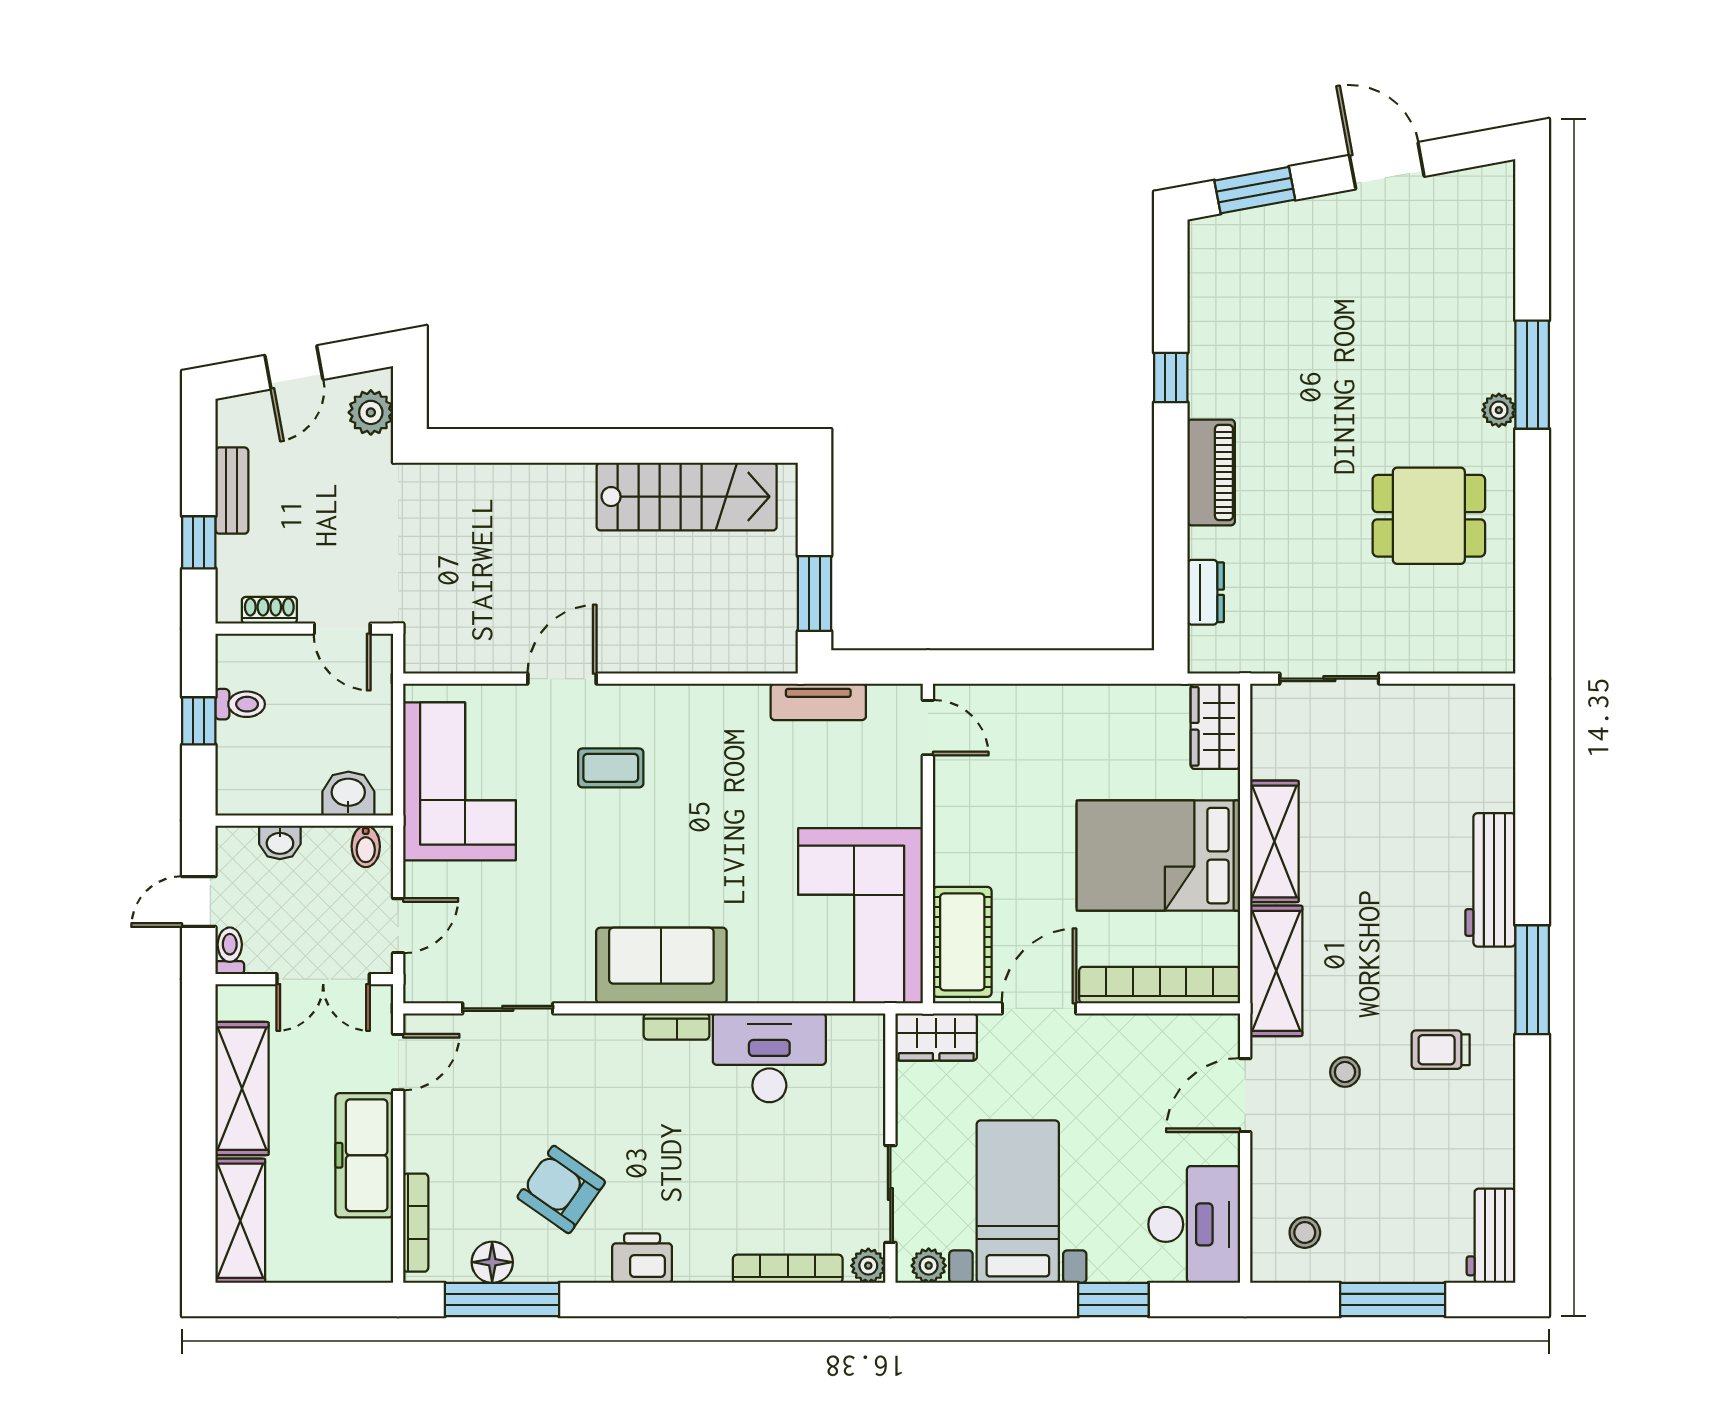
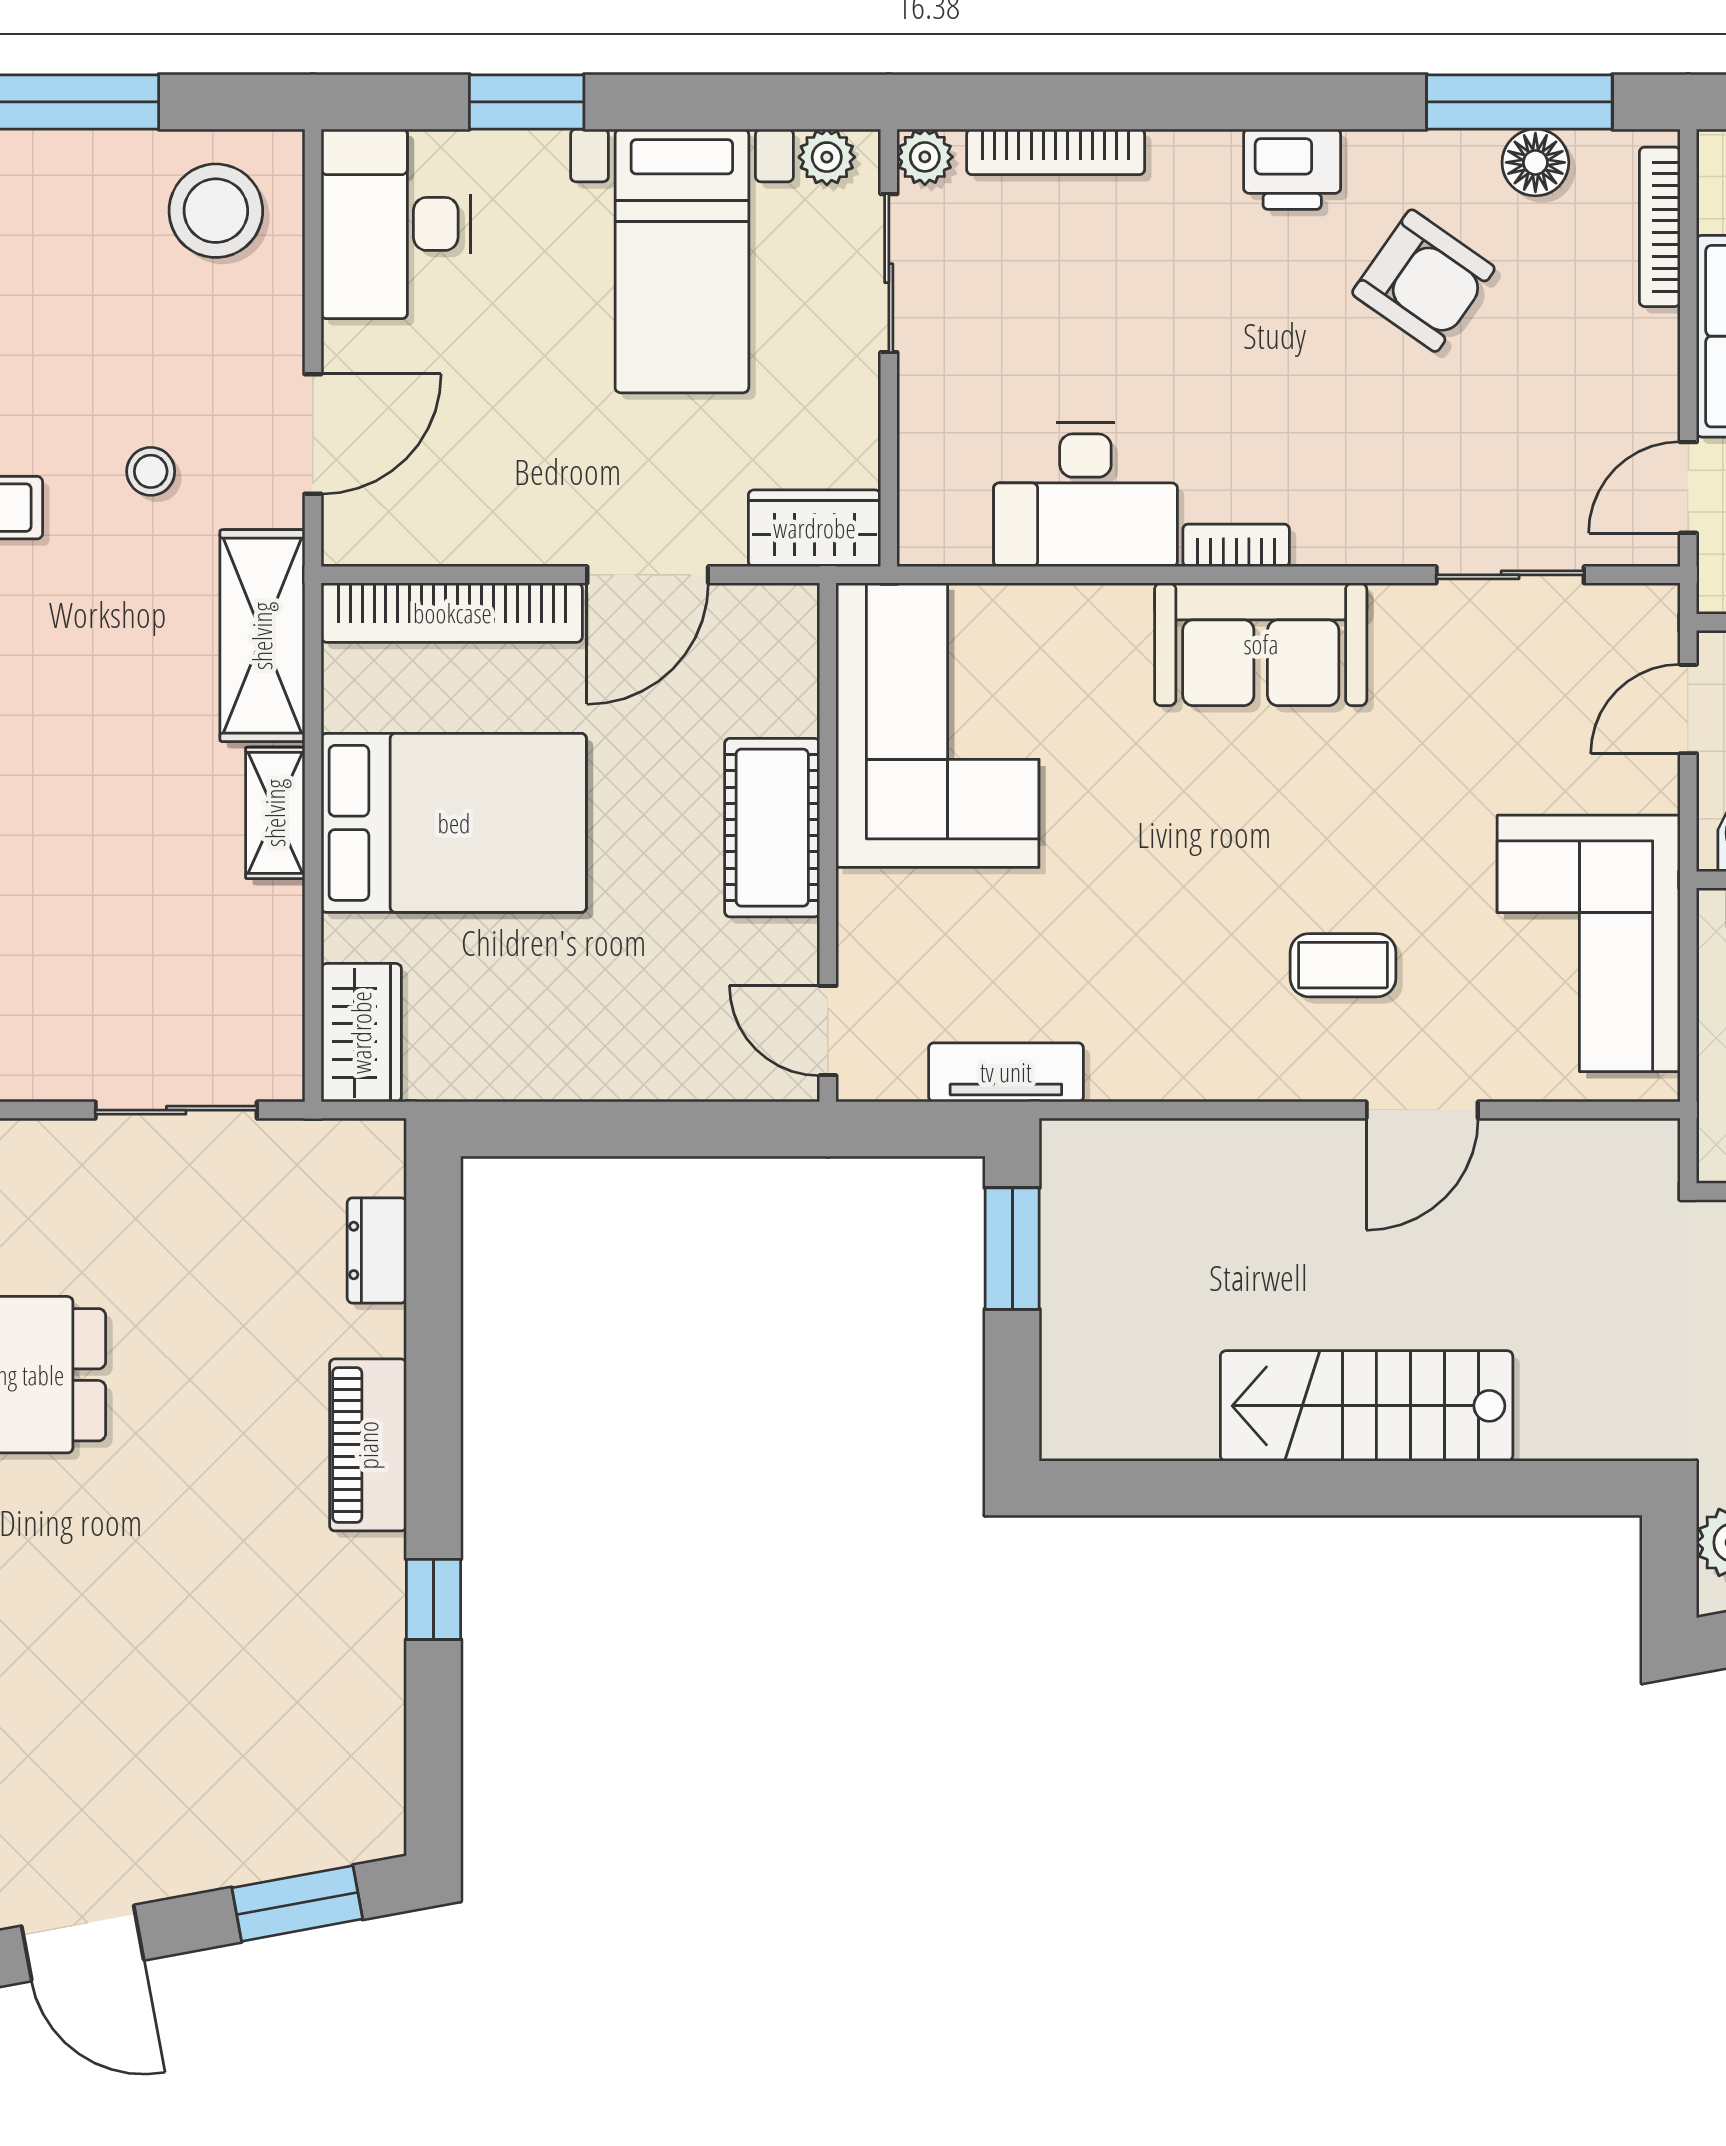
stairs: (687, 497) -> (1367, 1406), moved
shelving: (1274, 841) -> (275, 813), width x0.67, depth x0.75
cot: (962, 942) -> (772, 828), moved
stool: (1305, 1233) -> (216, 211), width x1.89, depth x1.89

